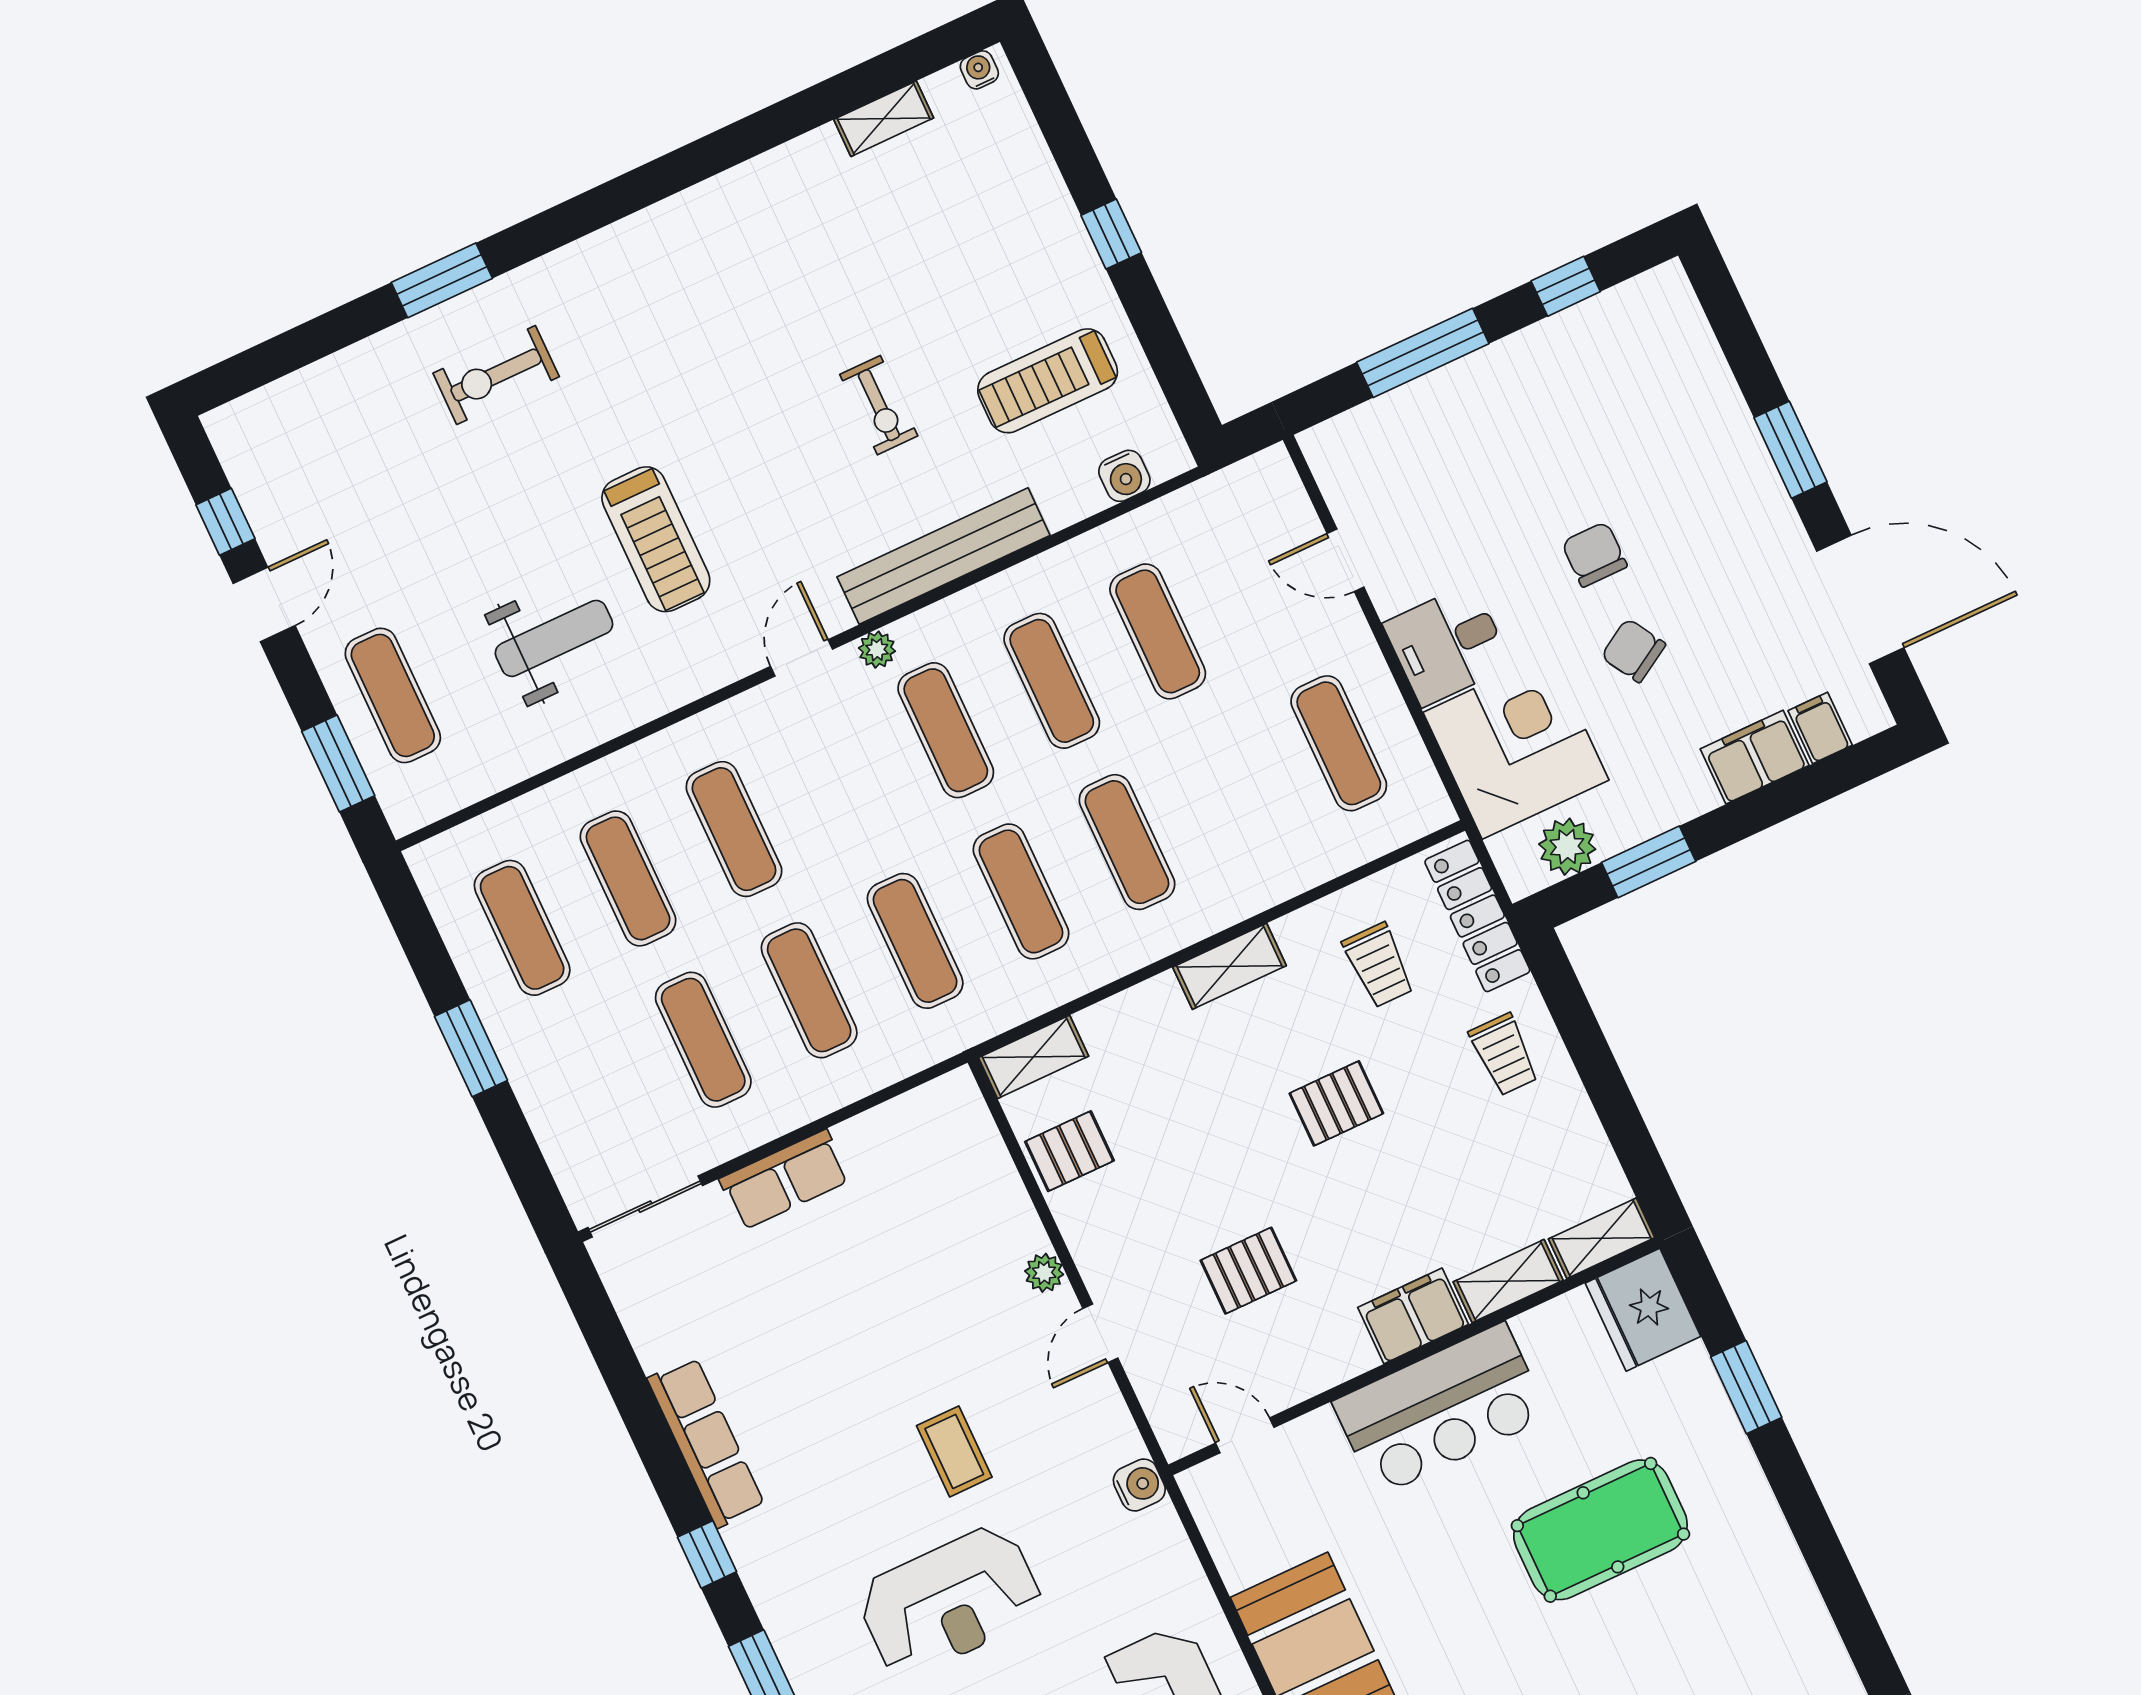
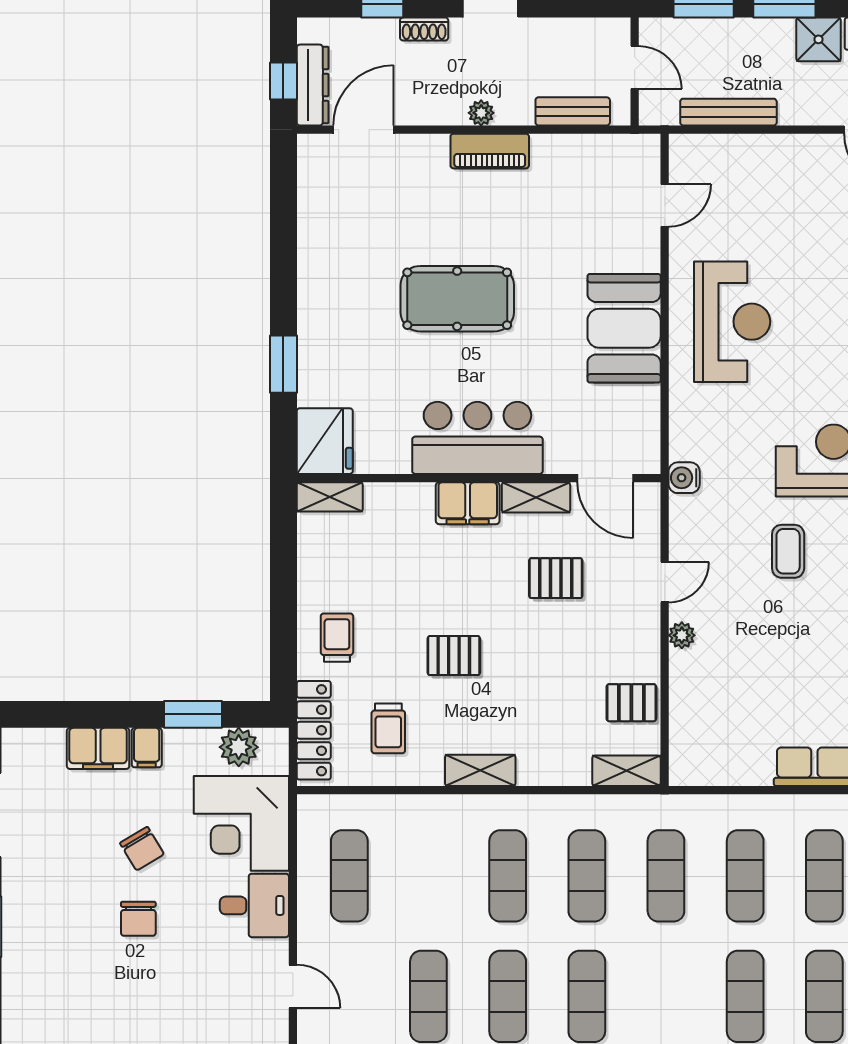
filing cabinet: (1820, 728) -> (147, 748), moved
trolley: (1379, 965) -> (388, 728), turned 180
shelving: (1508, 1281) -> (536, 497), moved
door: (1245, 1435) -> (605, 478), width x1.38
pool table: (1600, 1530) -> (457, 299), moved

